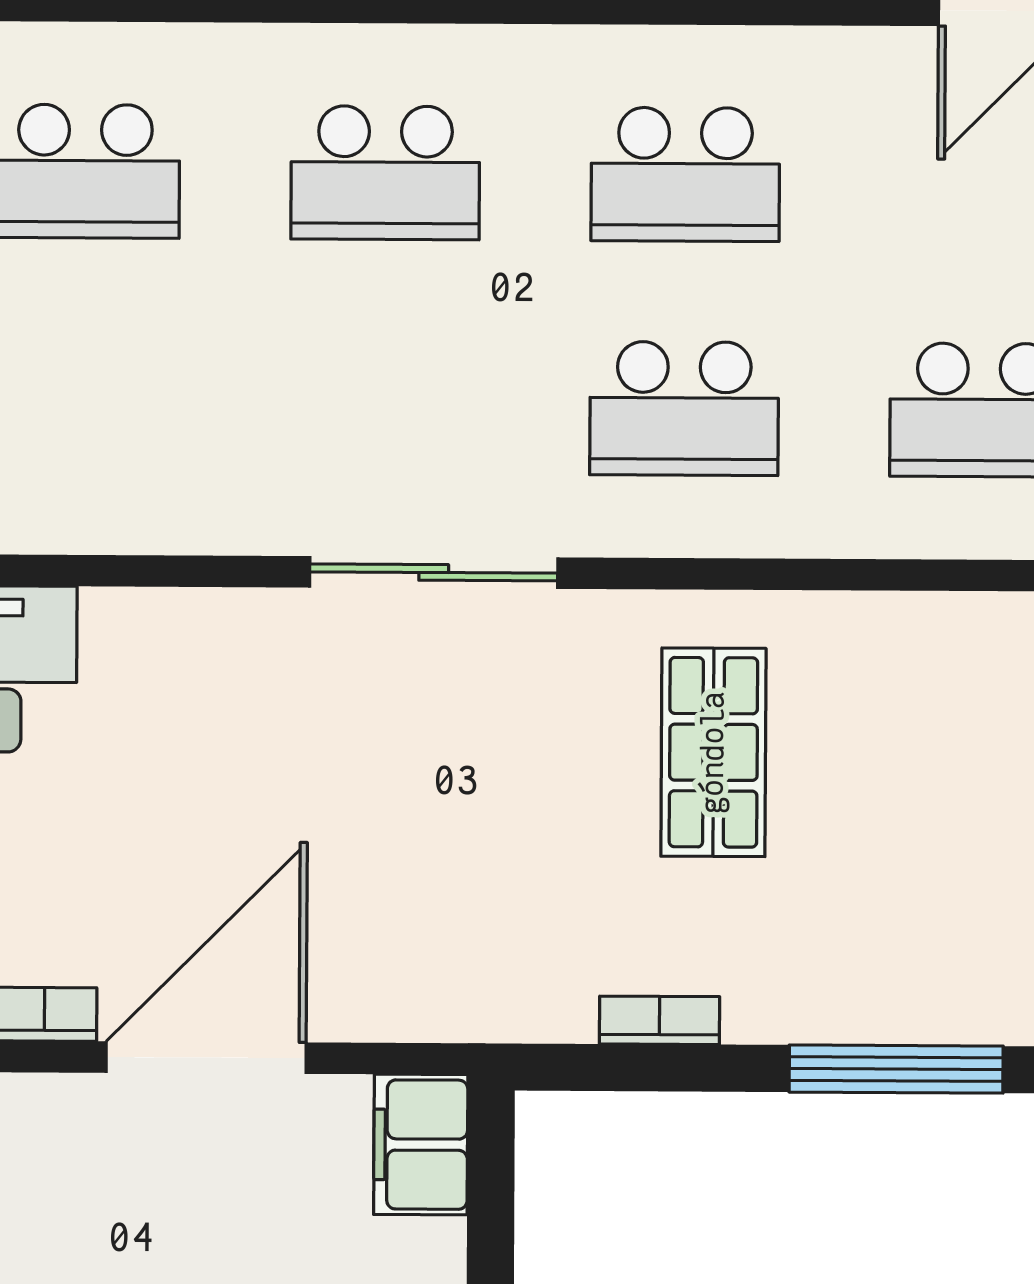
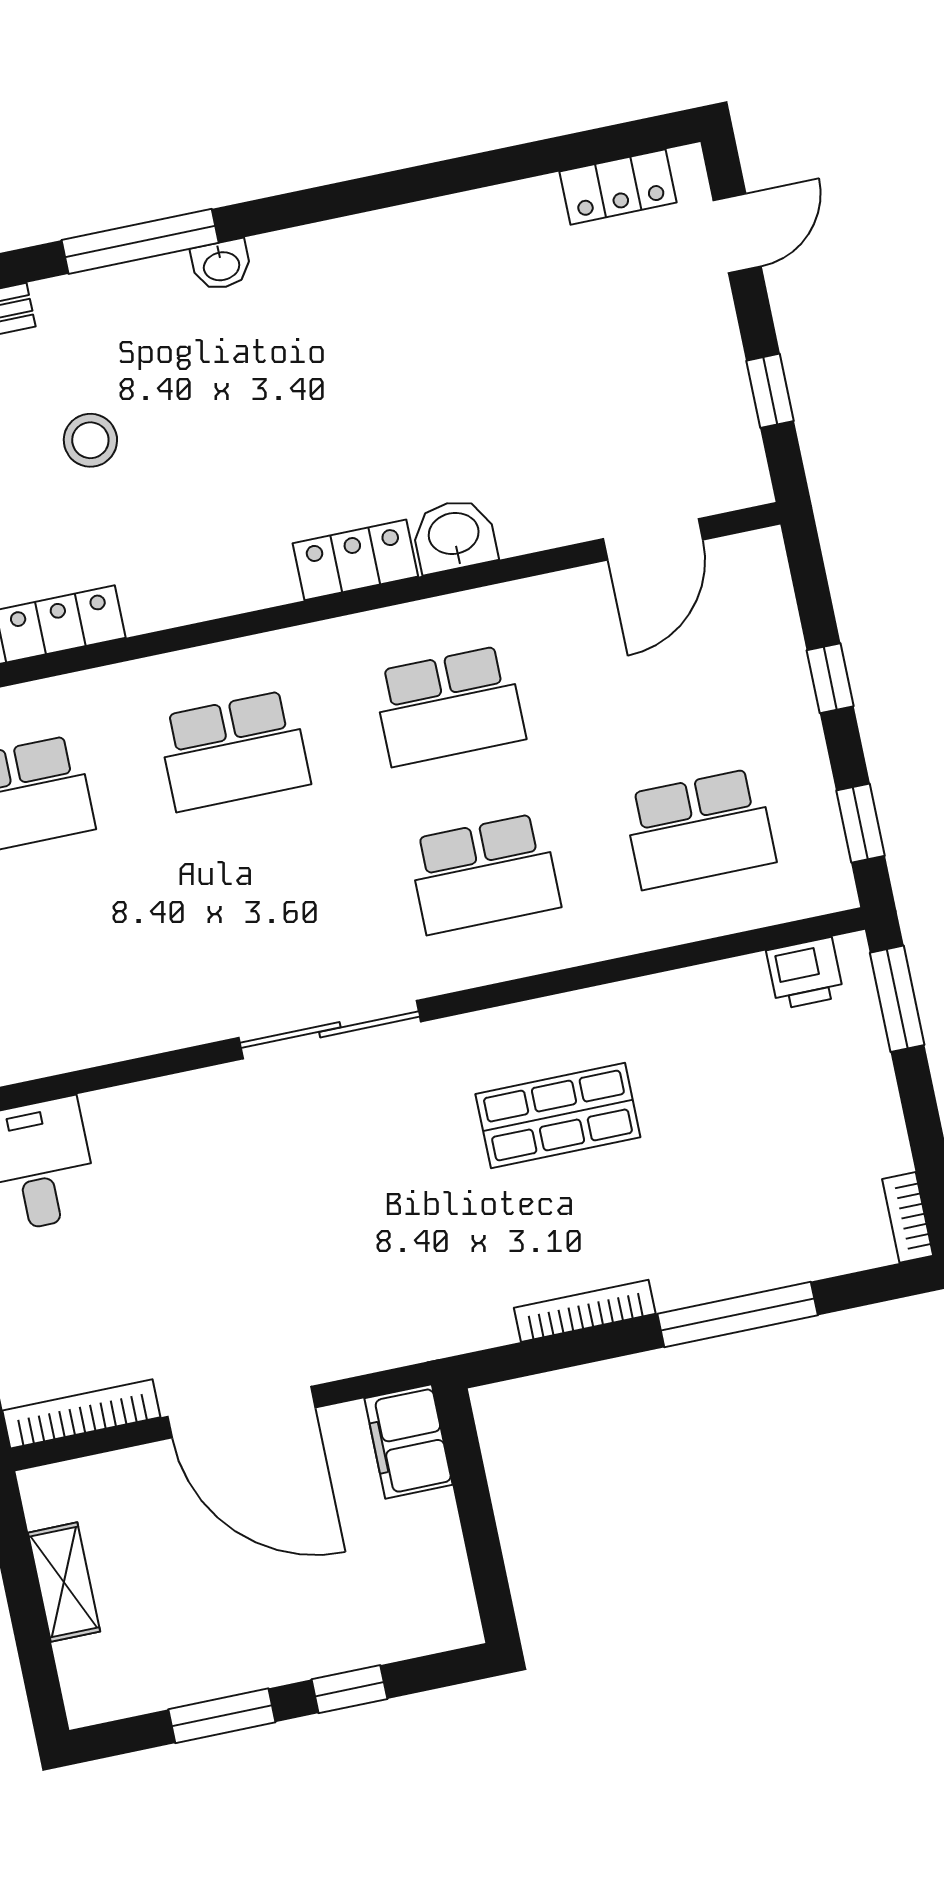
shop shelf: (713, 752) -> (558, 1116), turned 90
bookcase: (660, 1020) -> (585, 1311), width x1.56
door: (206, 1058) -> (241, 1412), swing flipped

